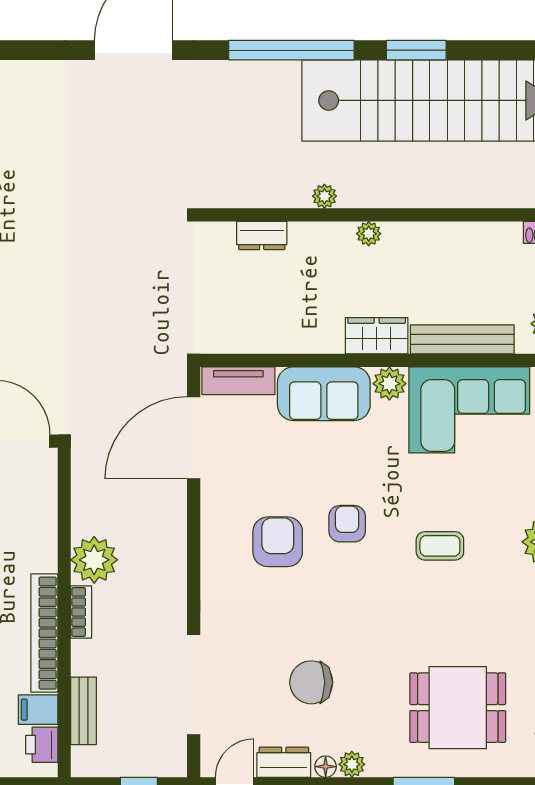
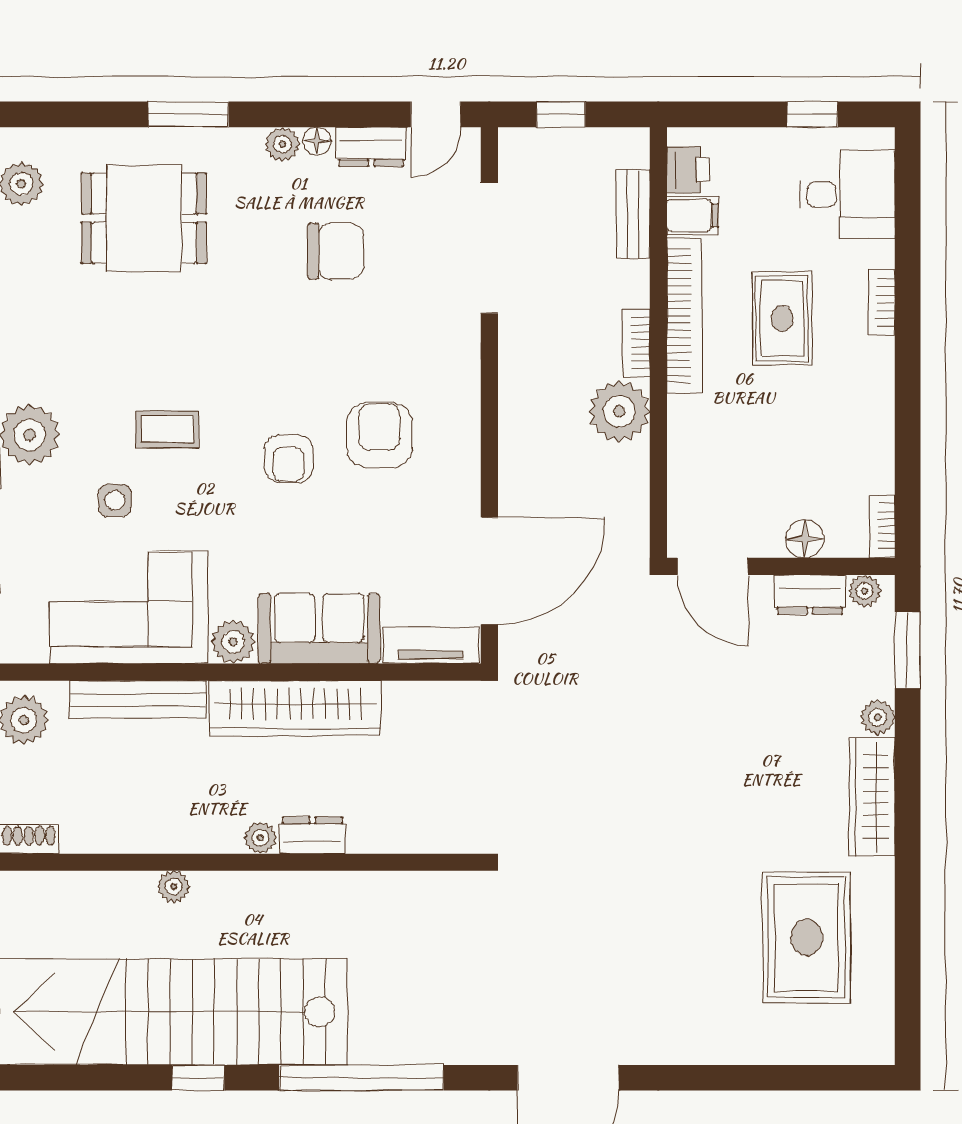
window: (416, 50) -> (198, 1078), width x0.67
plant: (324, 196) -> (174, 887), moved
dresser: (262, 235) -> (313, 835), moved
wardrobe: (377, 336) -> (295, 708), width x2.10, depth x1.17
side table: (480, 492) -> (115, 500), added
armchair: (278, 542) -> (379, 435), turned 180

